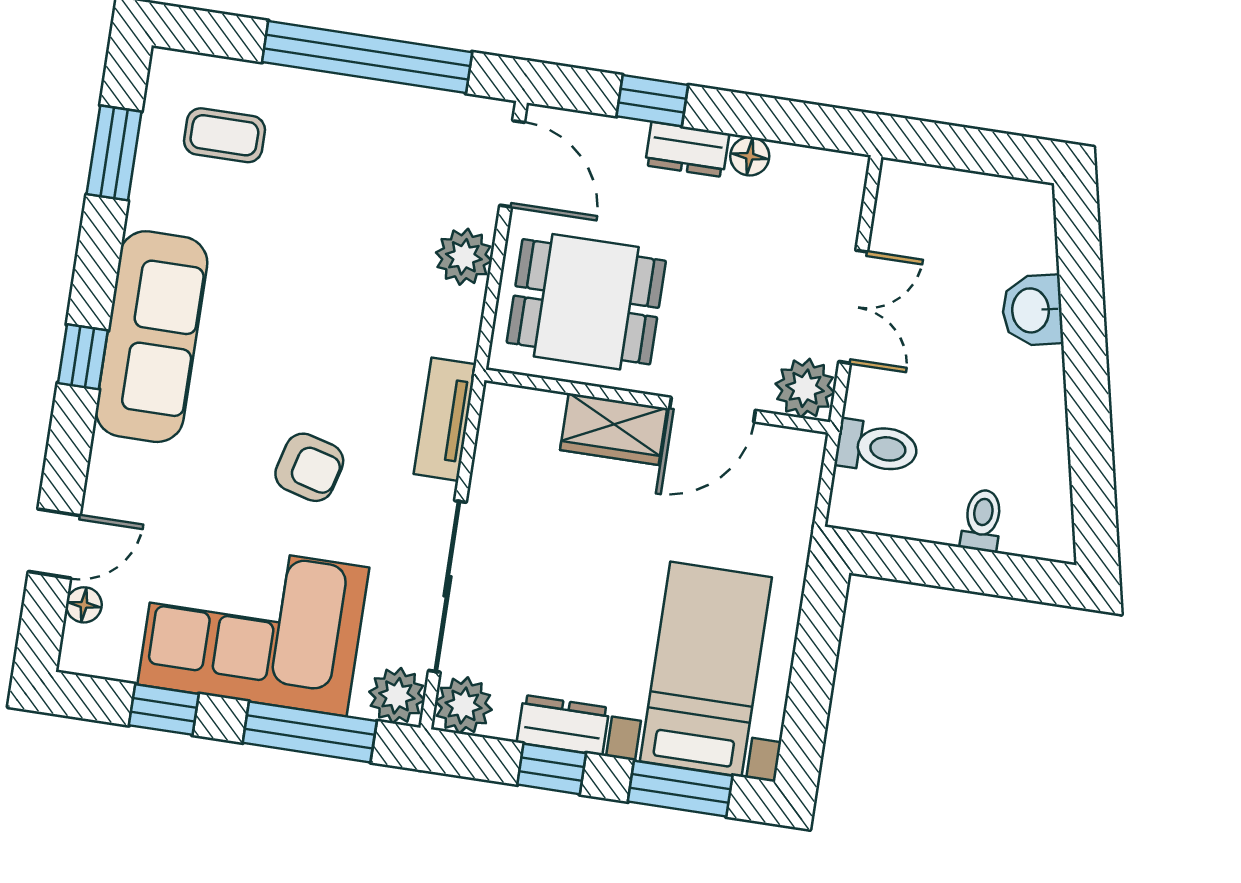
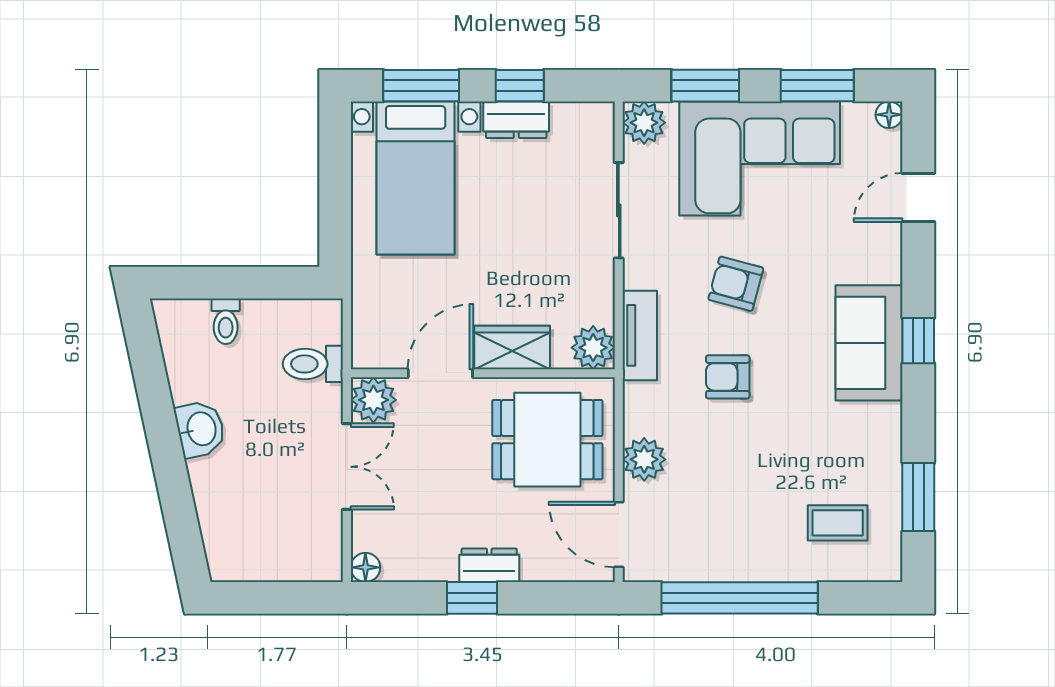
window: (652, 101) -> (472, 598), moved
floor lamp: (750, 156) -> (365, 567), moved
double door: (853, 307) -> (347, 467), swing flipped
washbasin: (1032, 310) -> (200, 429), moved
sofa: (152, 337) -> (869, 343), width x0.73
armchair: (339, 348) -> (728, 377), added
sliding door: (447, 586) -> (619, 210), width x0.73
floor lamp: (84, 605) -> (889, 115), moved
plant: (463, 705) -> (593, 348), moved
window: (164, 710) -> (817, 86), width x1.50
window: (310, 732) -> (705, 86), width x0.69

